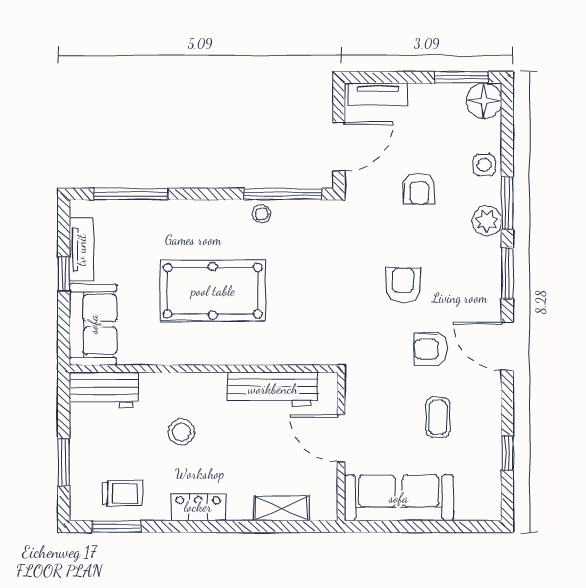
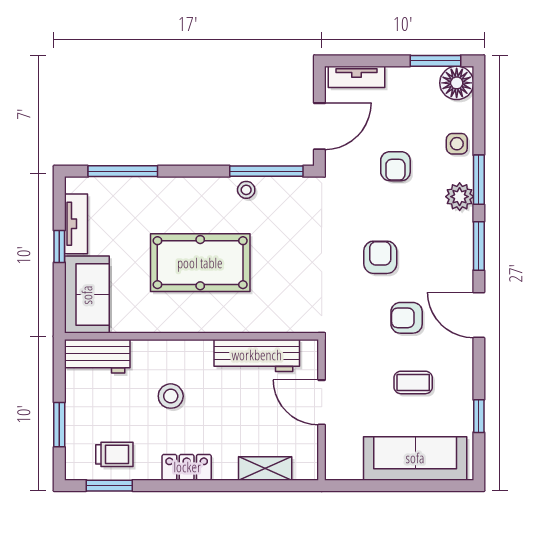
coffee table: (438, 417) -> (413, 382), turned 90
sofa: (399, 498) -> (415, 458), moved

